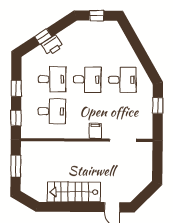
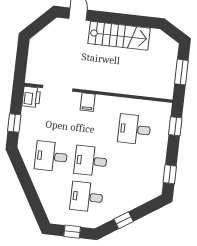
window: (43, 36) -> (124, 220), moved
printer: (52, 45) -> (31, 97), moved, turned 123
desk: (52, 79) -> (87, 197), moved
window: (16, 88) -> (170, 174), moved

